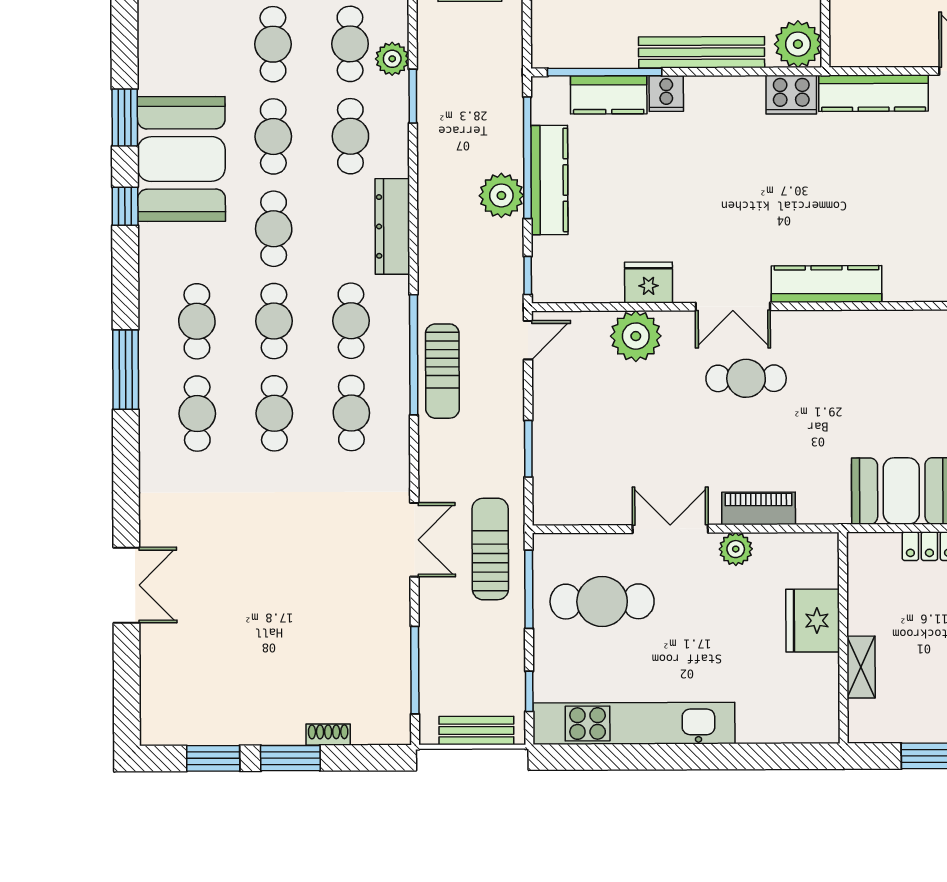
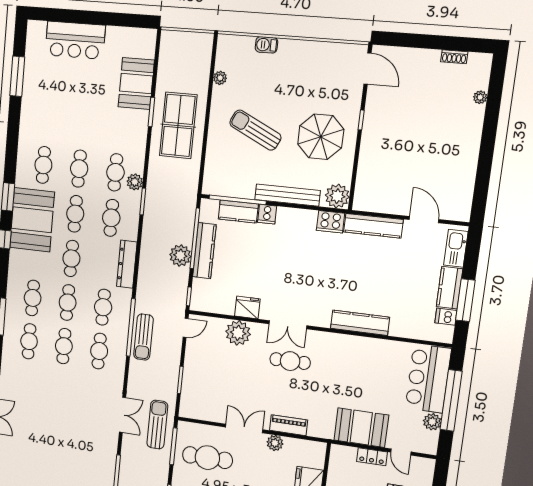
cafe table: (196, 44) -> (43, 165), added
kitchen counter: (827, 284) -> (360, 323), moved

